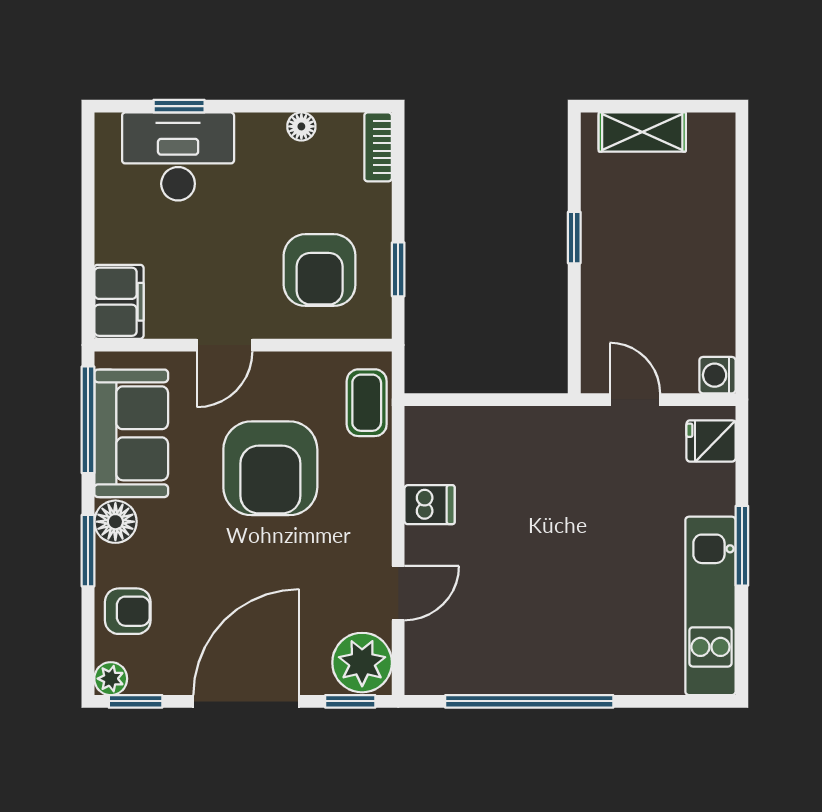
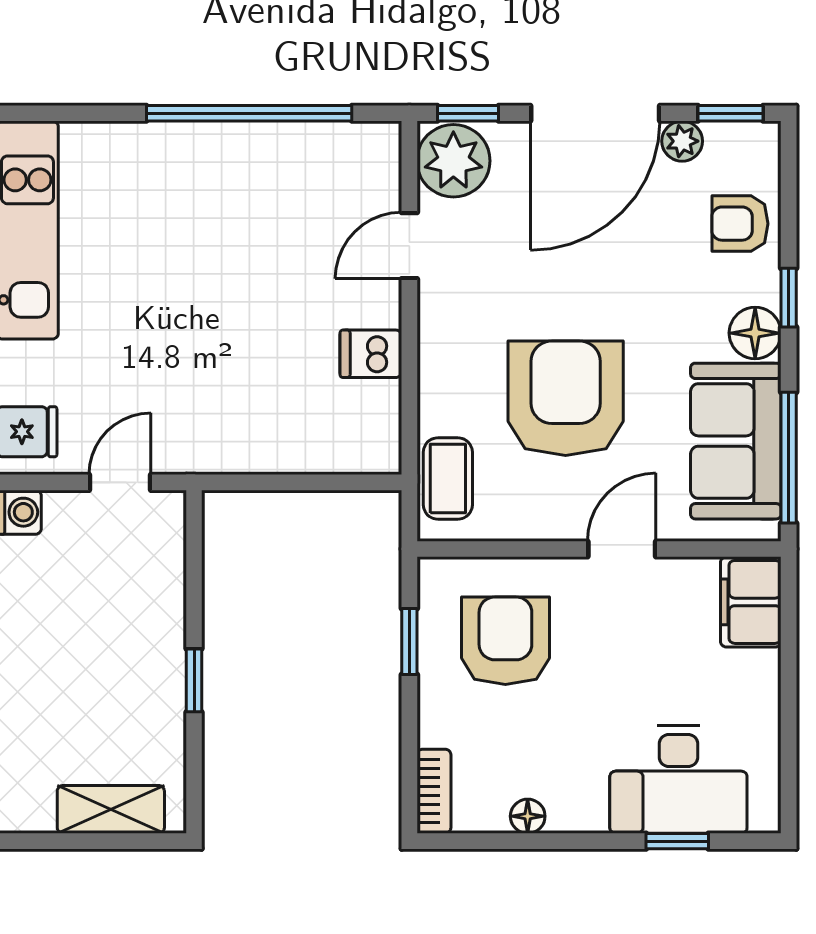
door: (635, 400) -> (120, 482), swing flipped
window: (88, 551) -> (789, 298), width x0.67
plant: (111, 679) -> (682, 141), moved

